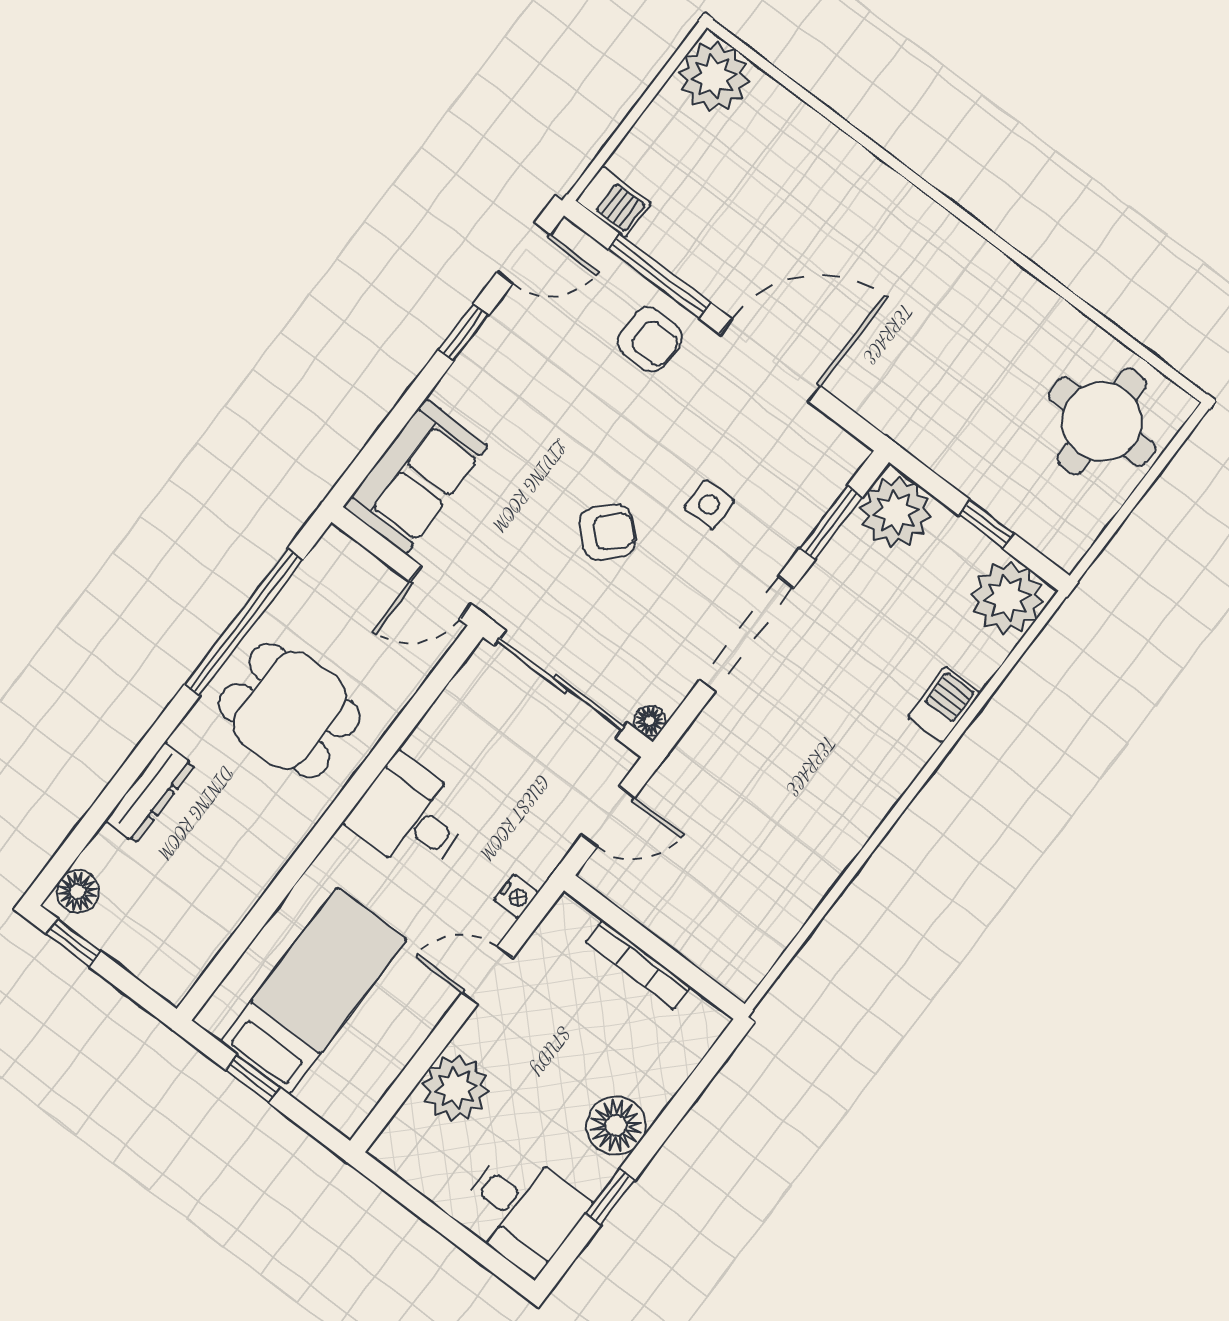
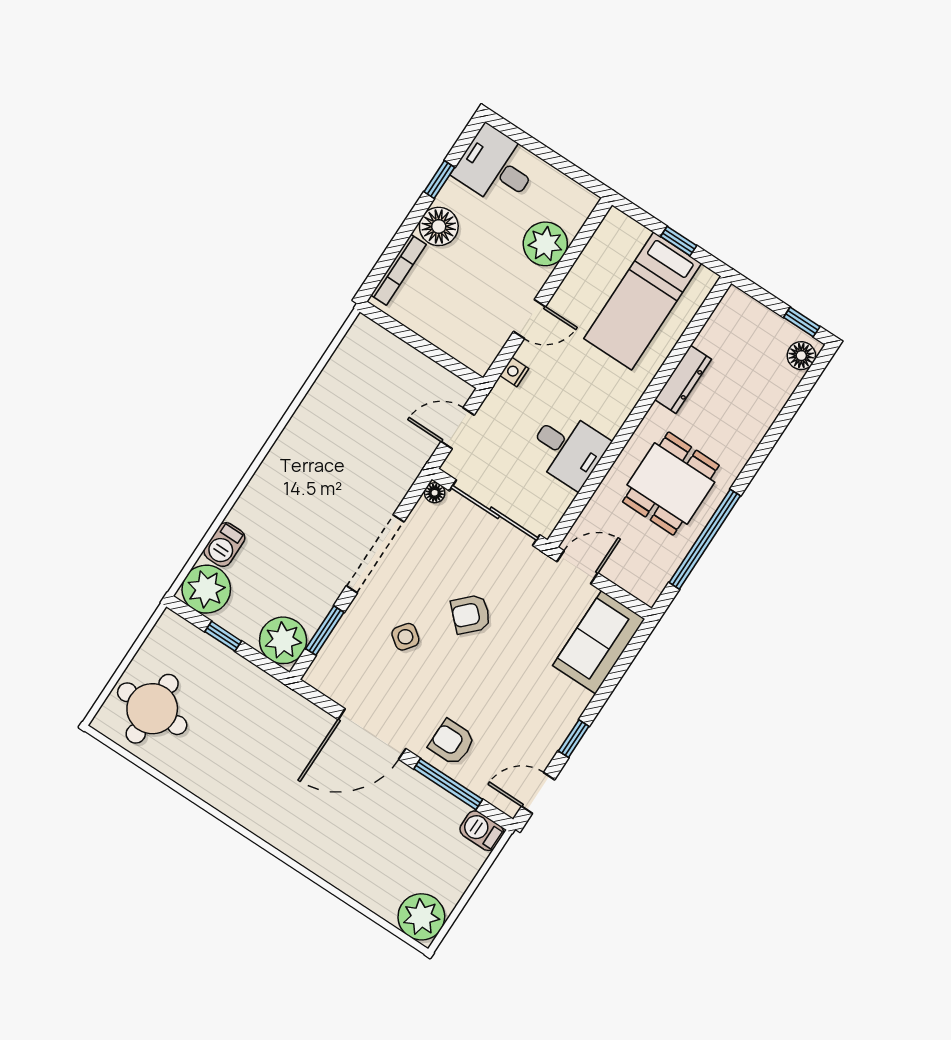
side table: (709, 505) -> (405, 637), turned 37
barbecue: (944, 705) -> (224, 545), moved
dining table: (289, 710) -> (671, 484), turned 90
dresser: (150, 793) -> (683, 379), moved, turned 180
desk: (410, 816) -> (568, 449), moved
bookcase: (638, 965) -> (399, 270), moved, turned 90

